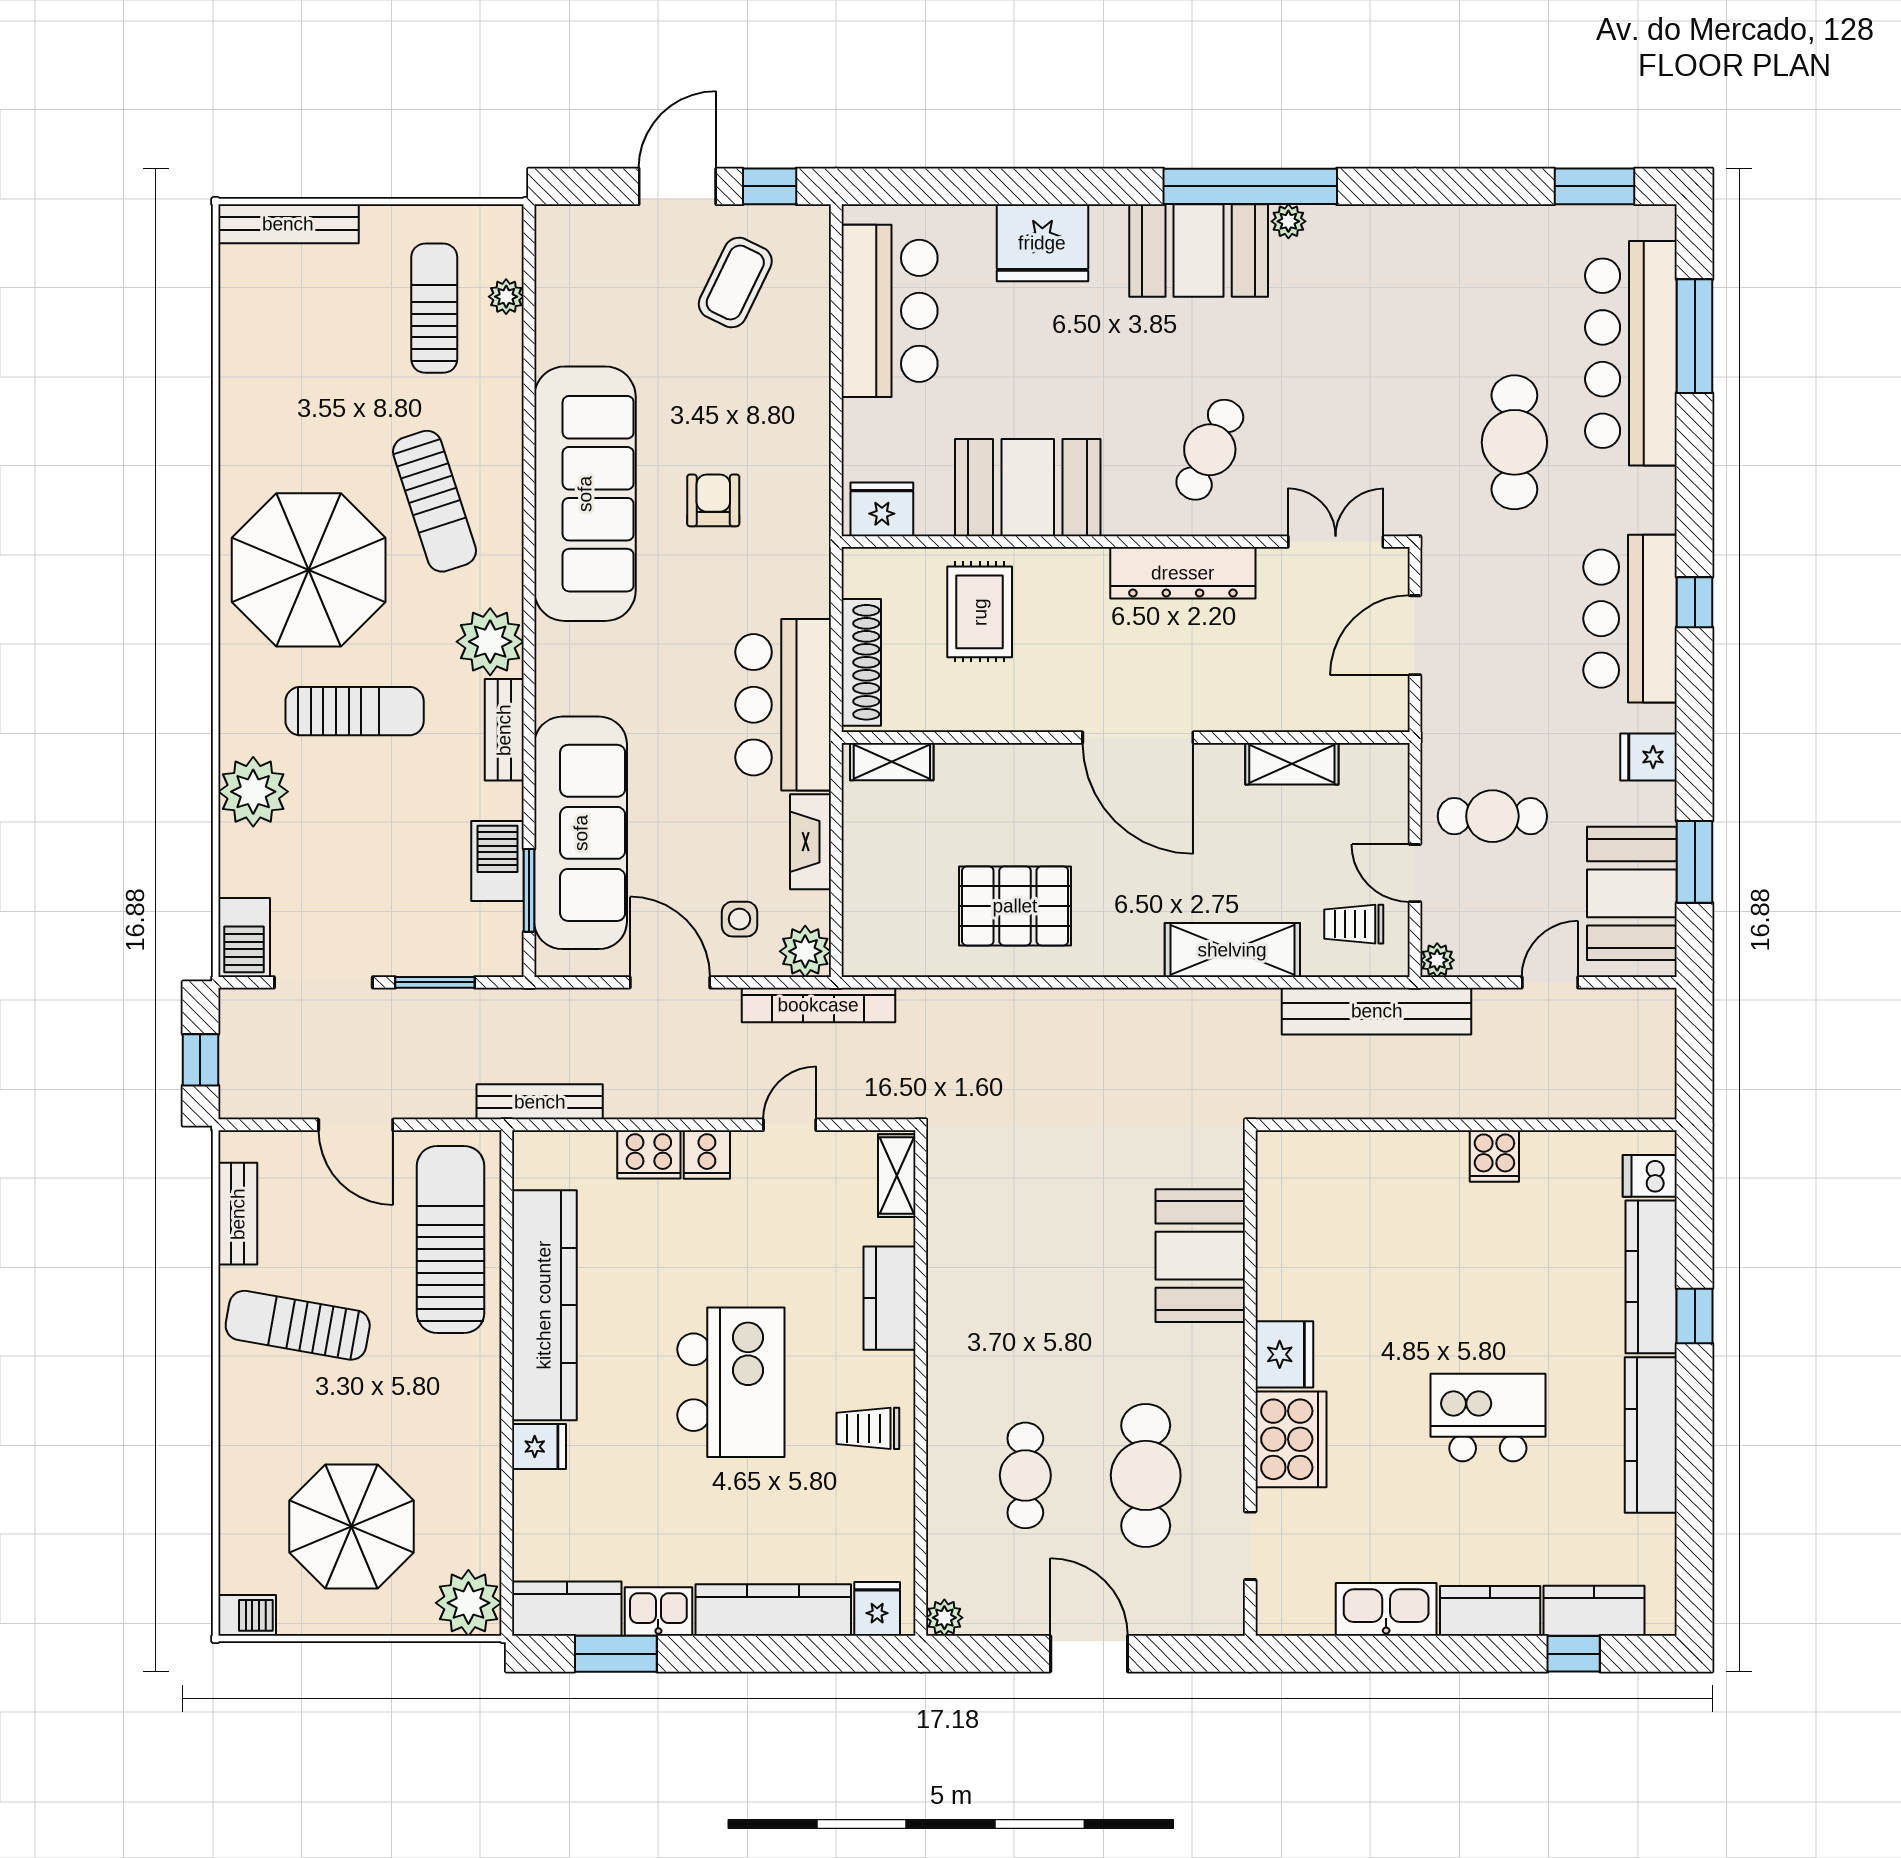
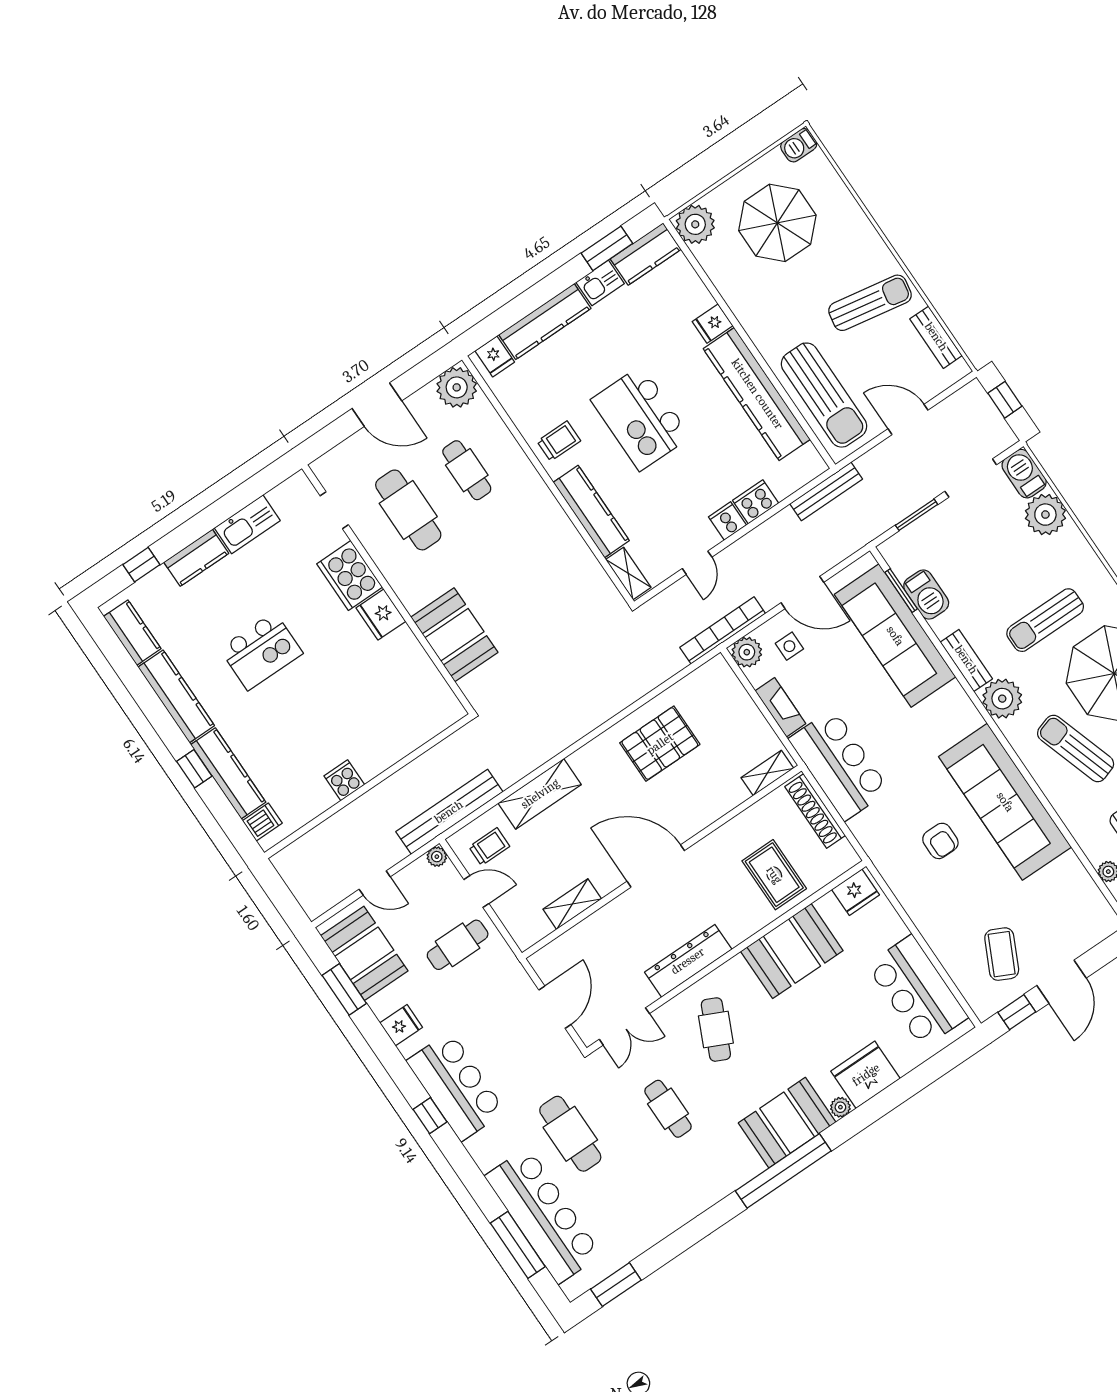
plant: (1288, 221) -> (840, 1107), moved
cafe table: (1353, 384) -> (668, 1109), added
plant: (253, 792) -> (1045, 515), moved
door: (1550, 982) -> (375, 883), hinge flipped
kitchen counter: (890, 1298) -> (591, 511), width x1.50
kitchen counter: (1594, 1611) -> (132, 633), moved, turned -90
plant: (944, 1618) -> (457, 387), width x1.87, depth x1.87

